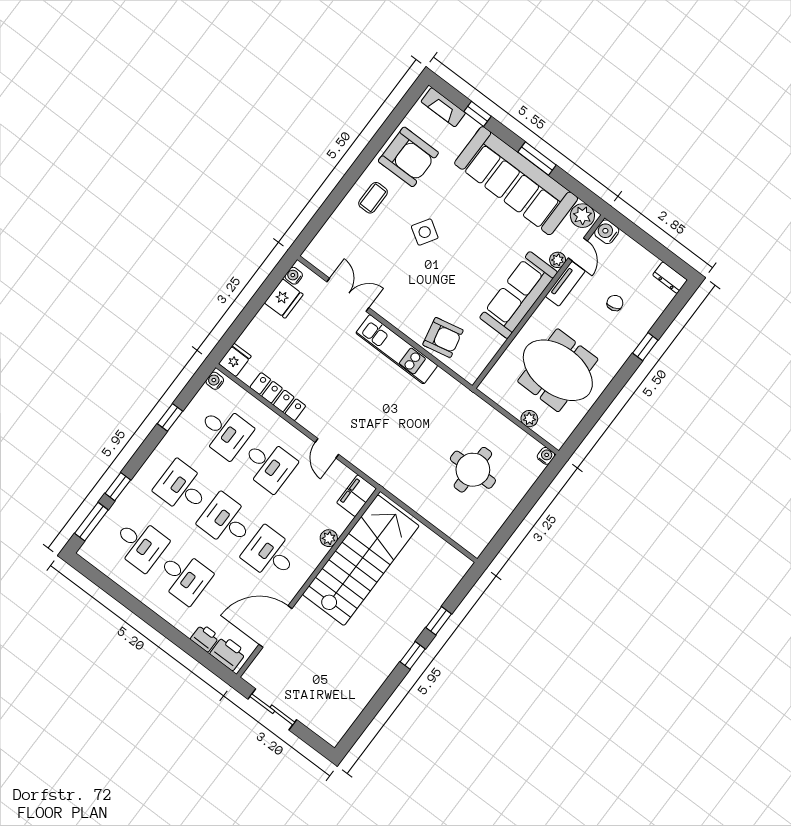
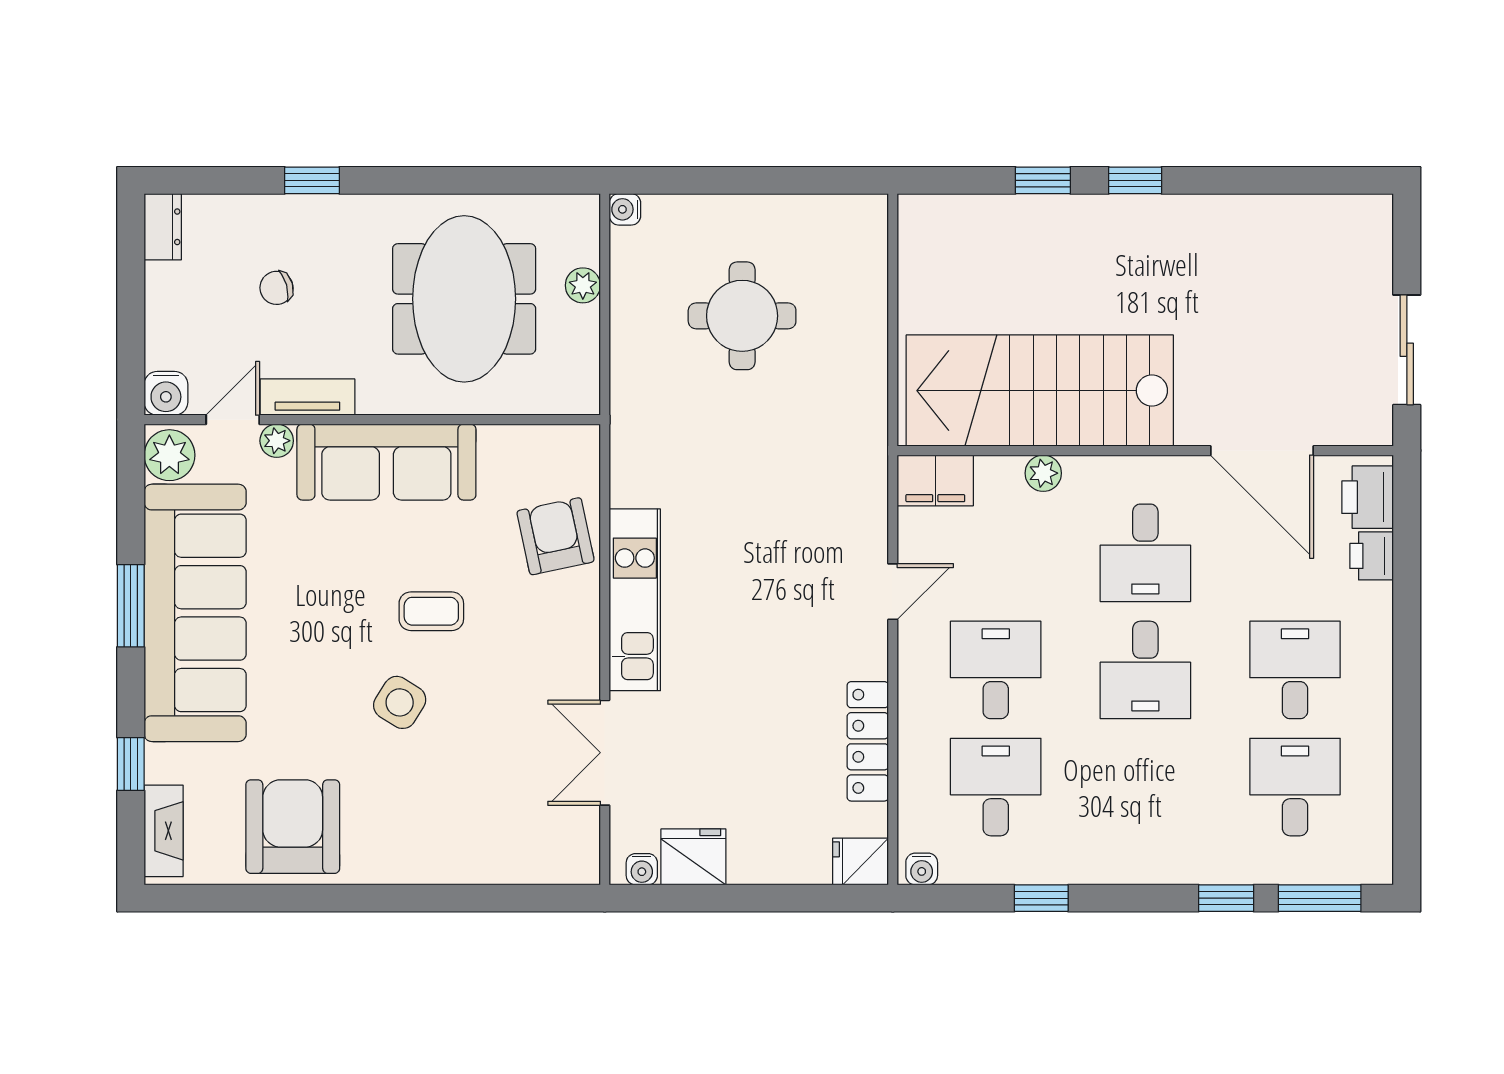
coffee table: (373, 198) -> (431, 611), moved
desk: (182, 488) -> (1145, 787), removed

